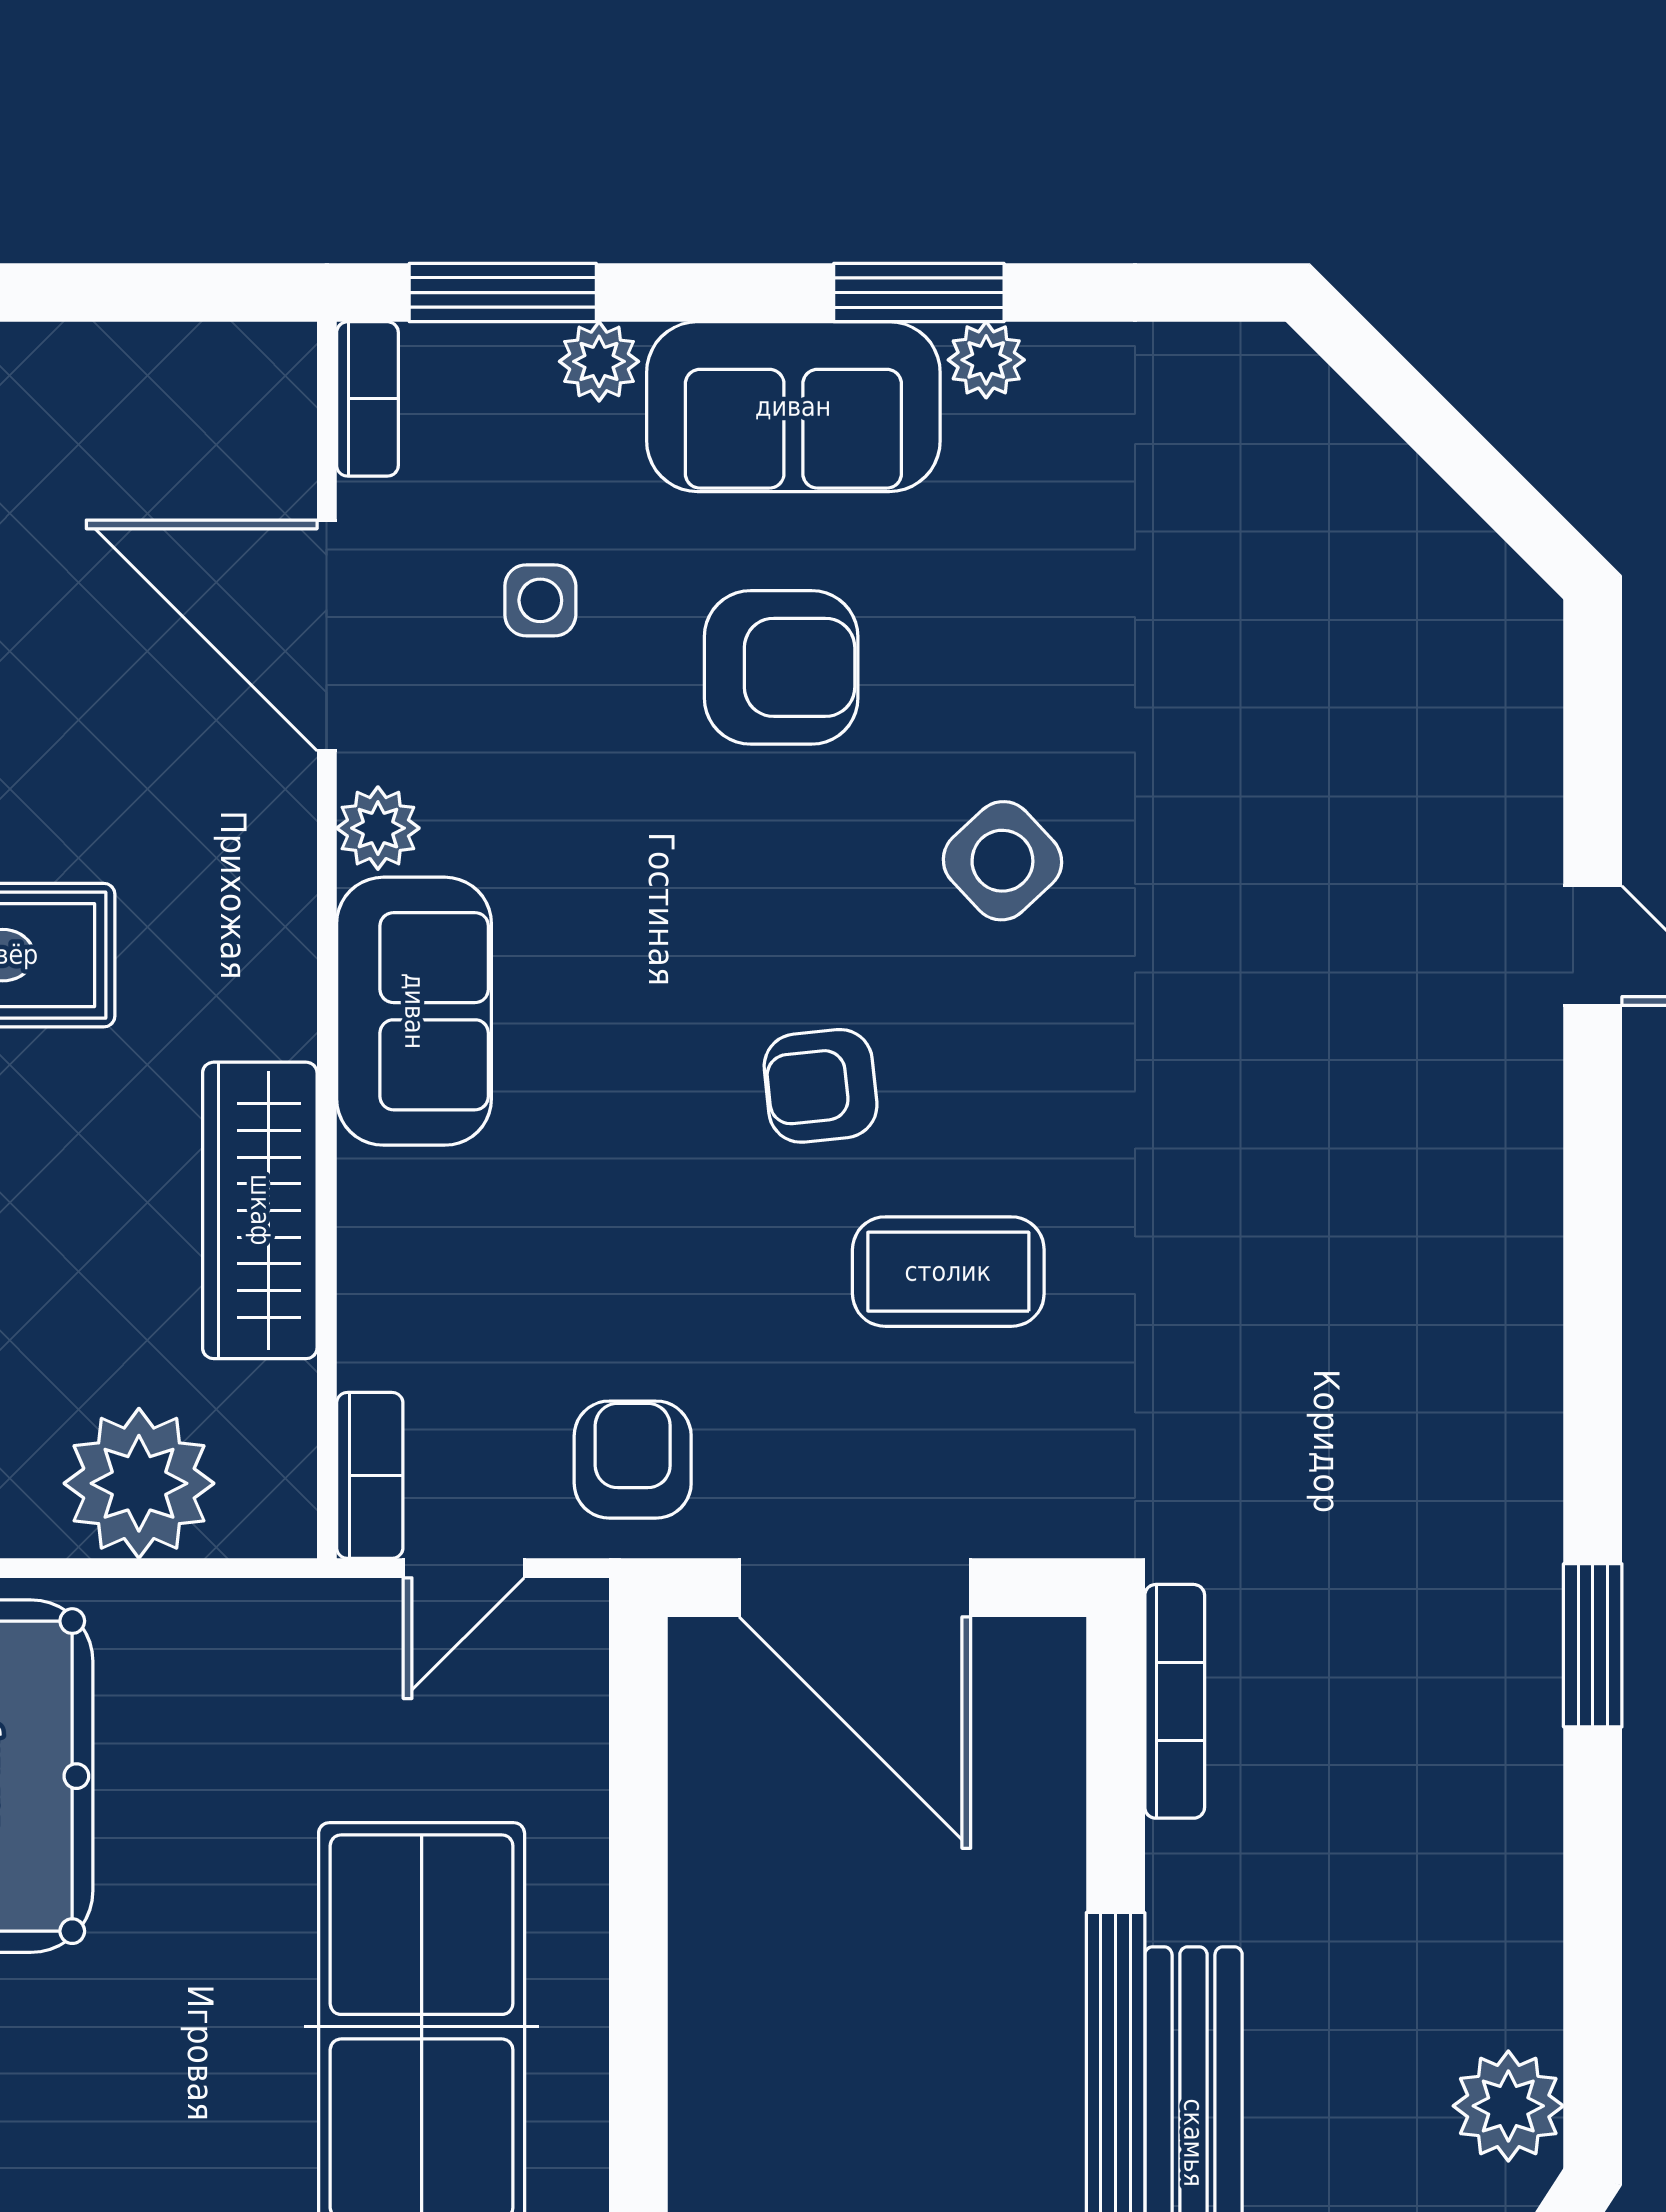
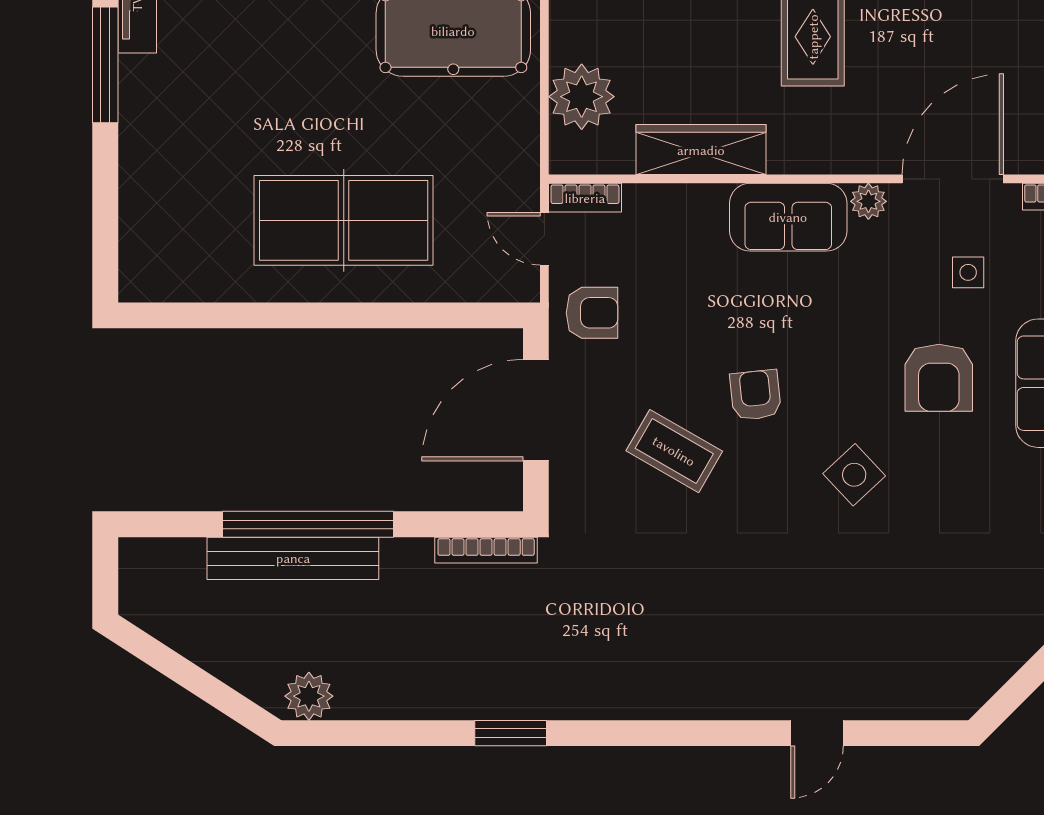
coffee table: (948, 1272) -> (674, 451), turned -60

